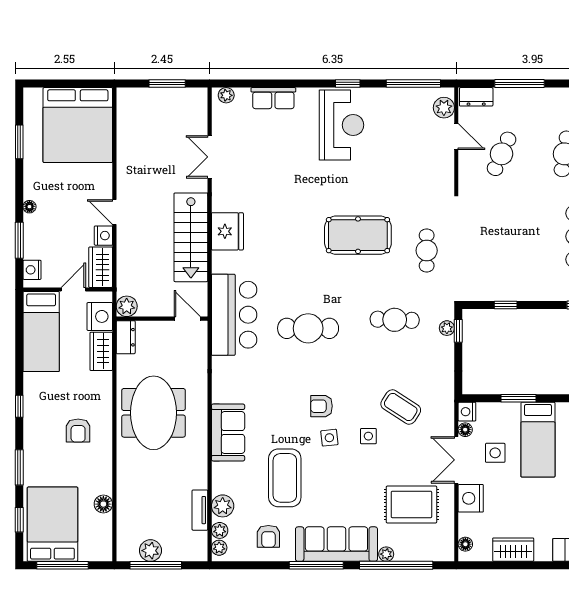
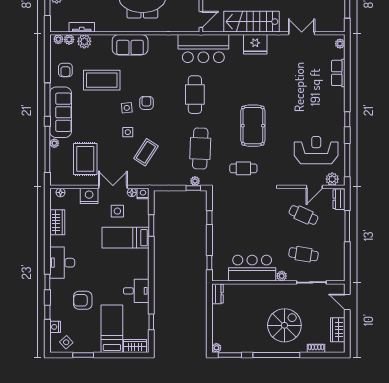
reception desk: (342, 125) -> (316, 150), moved, turned 180
cafe table: (395, 320) -> (200, 148), width x1.37, depth x1.35
armchair: (268, 536) -> (65, 70), turned -90

